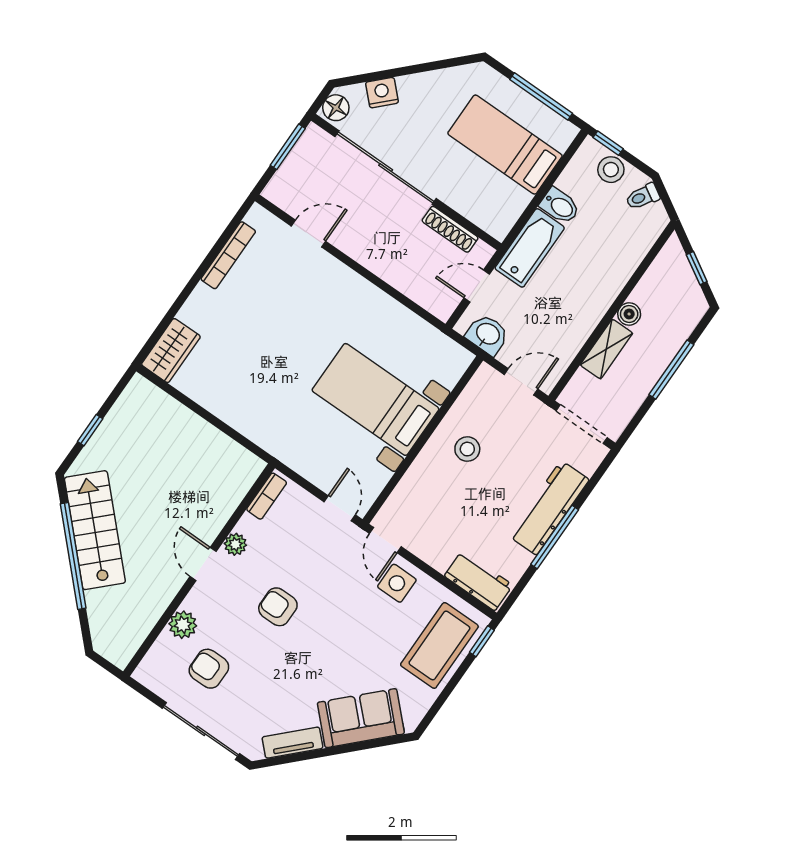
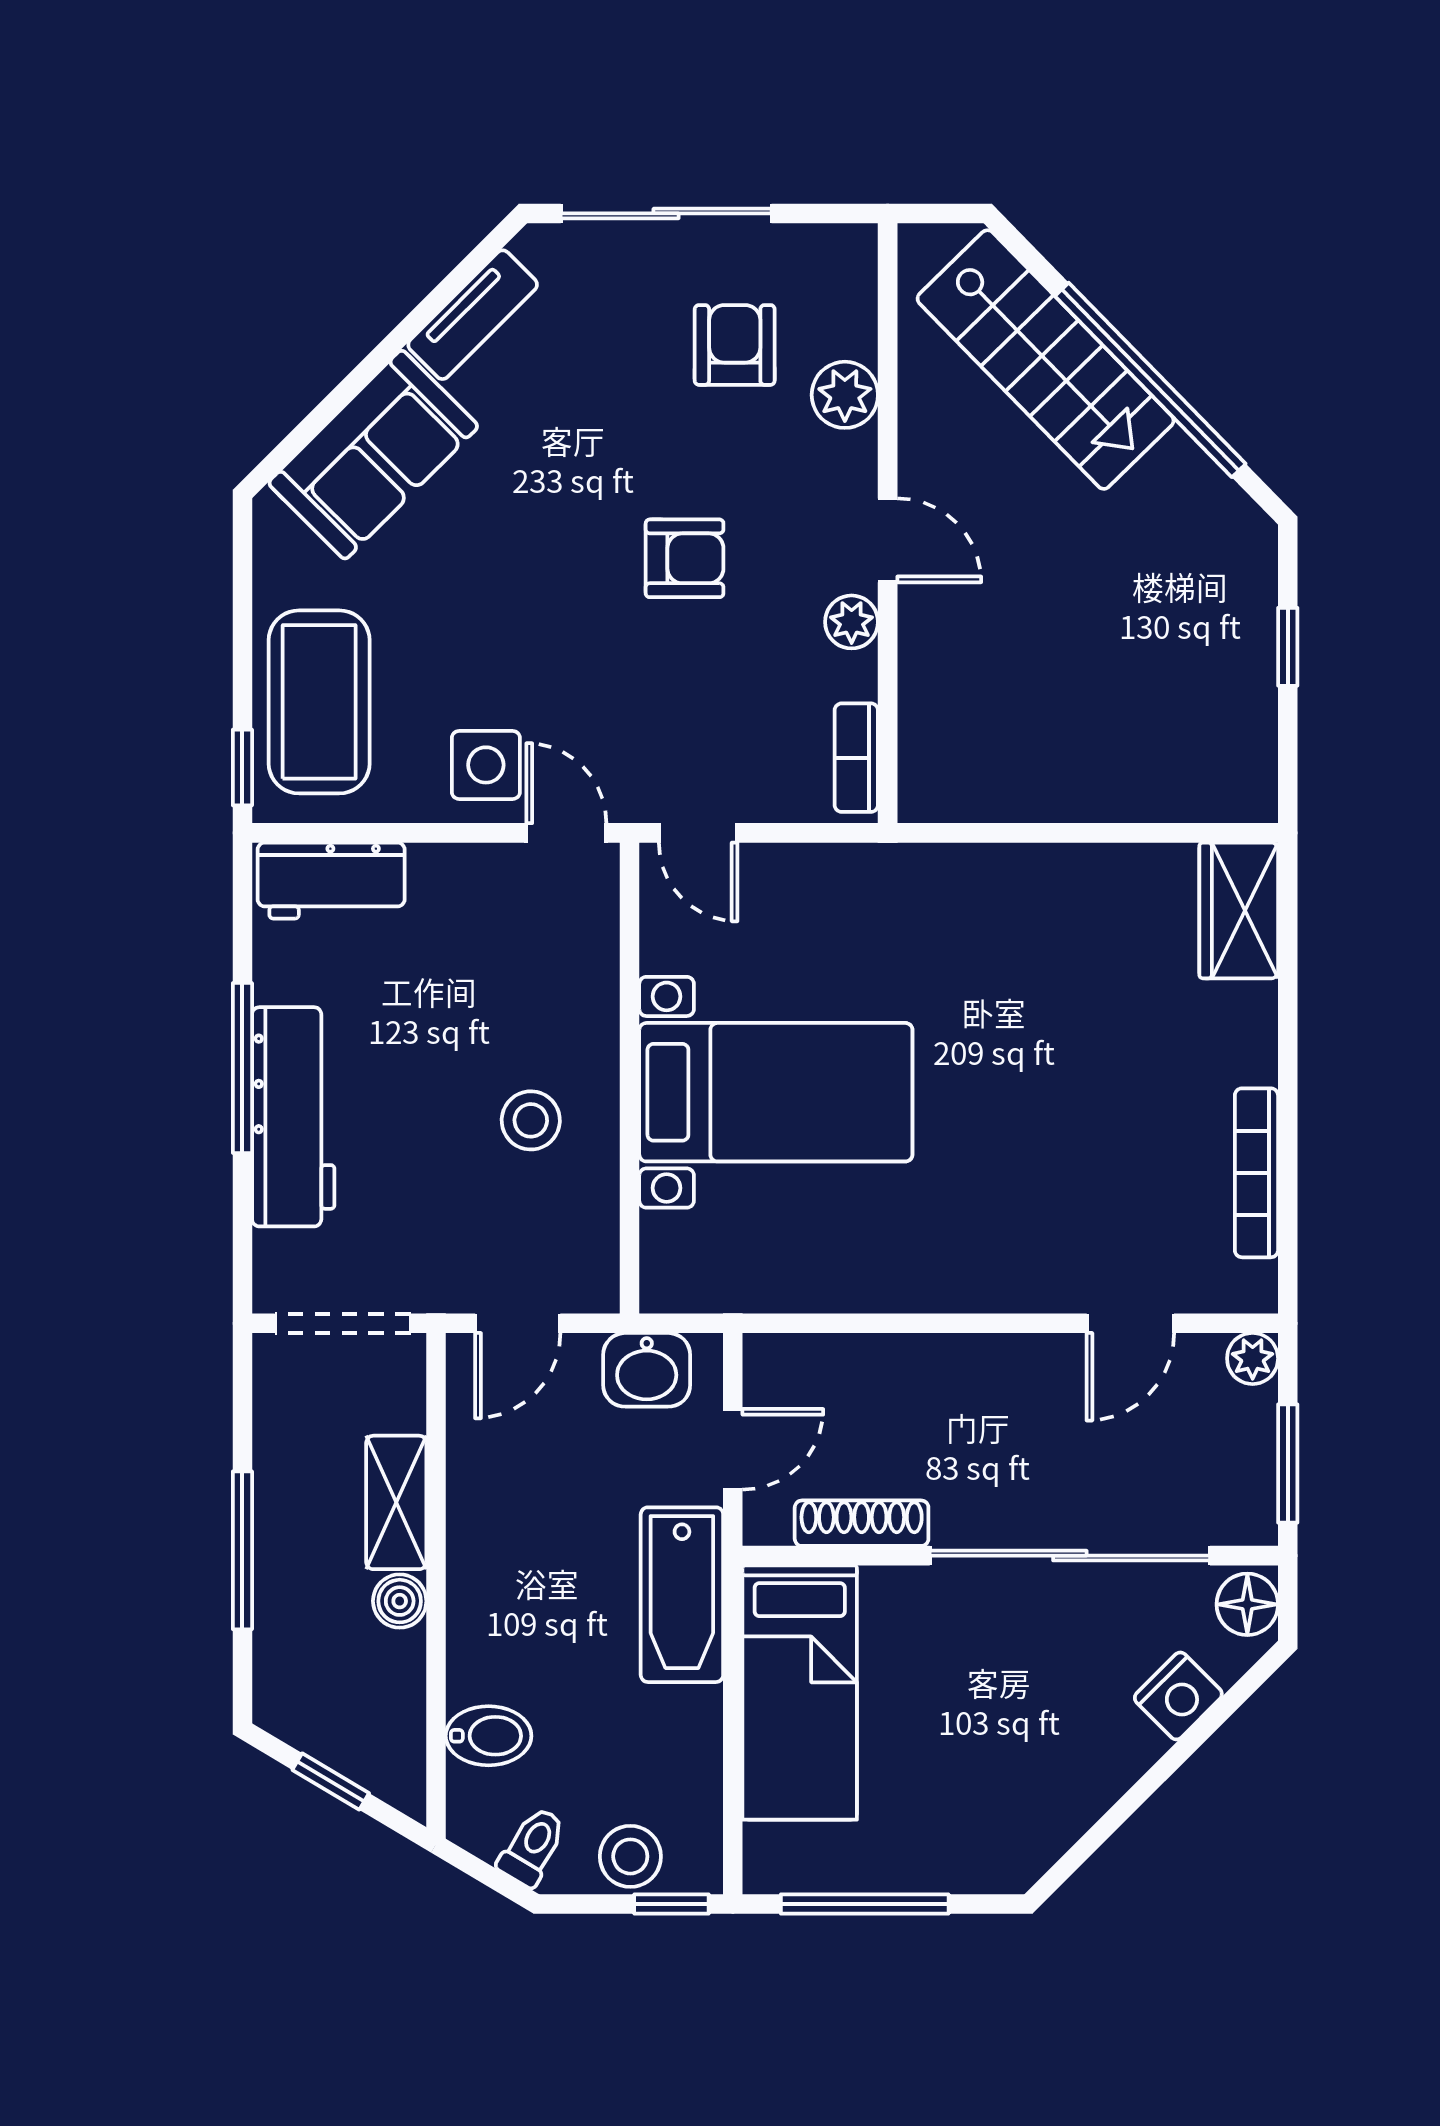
bed: (505, 145) -> (800, 1692), moved, turned 90
plant: (275, 192) -> (1253, 1358), added
bidet: (560, 206) -> (489, 1736), moved, turned 180
stairs: (95, 530) -> (1046, 360), moved
armchair: (209, 669) -> (735, 345), turned -90

